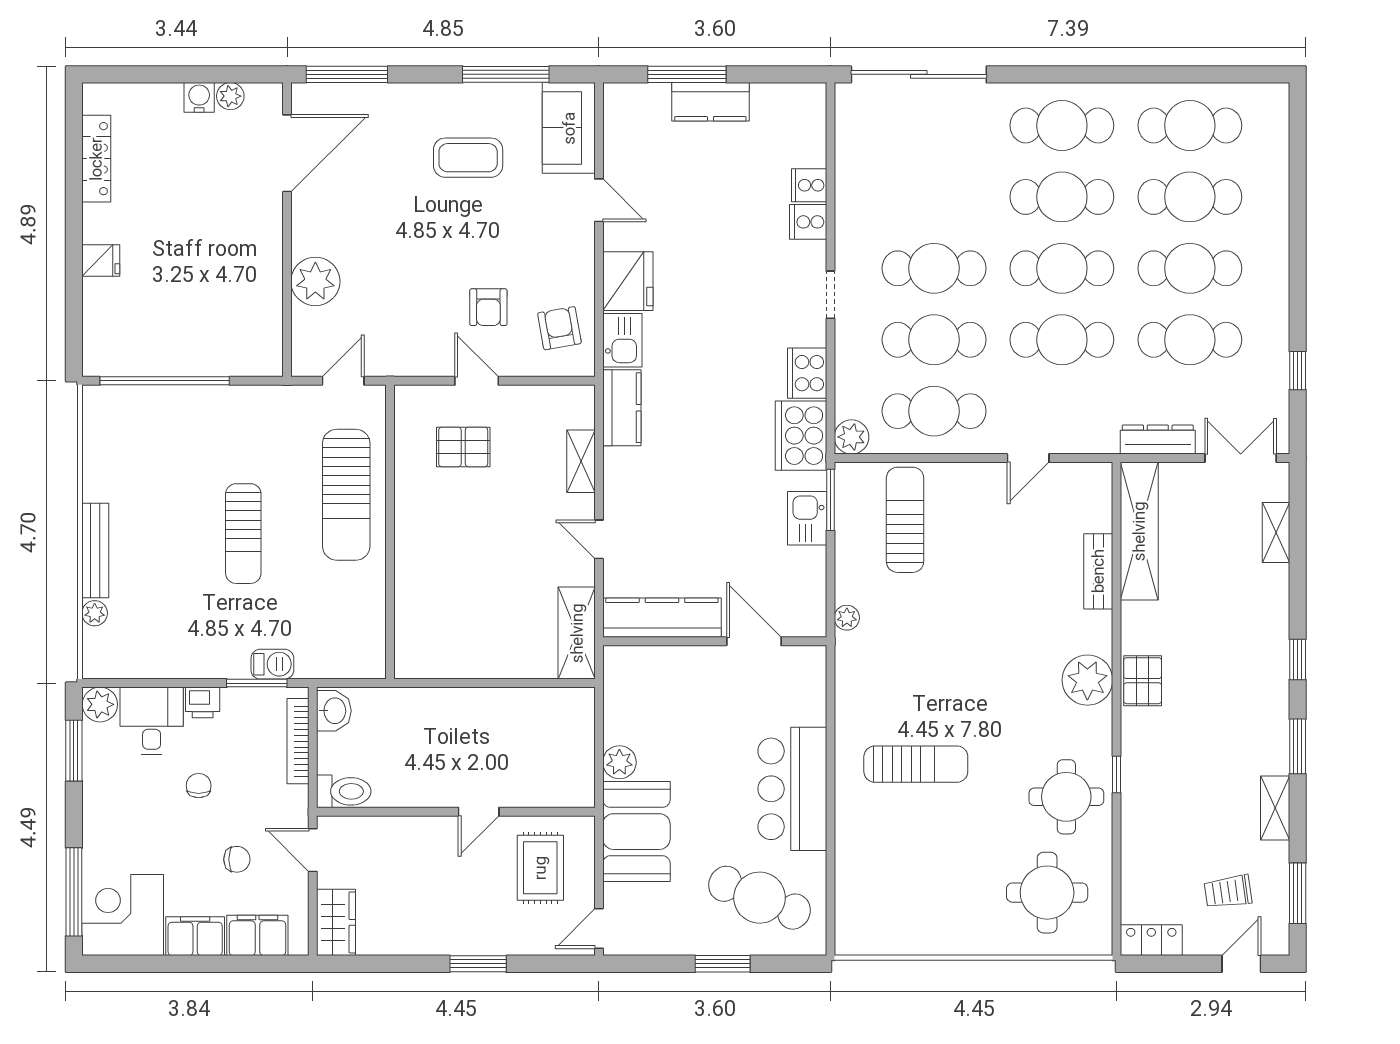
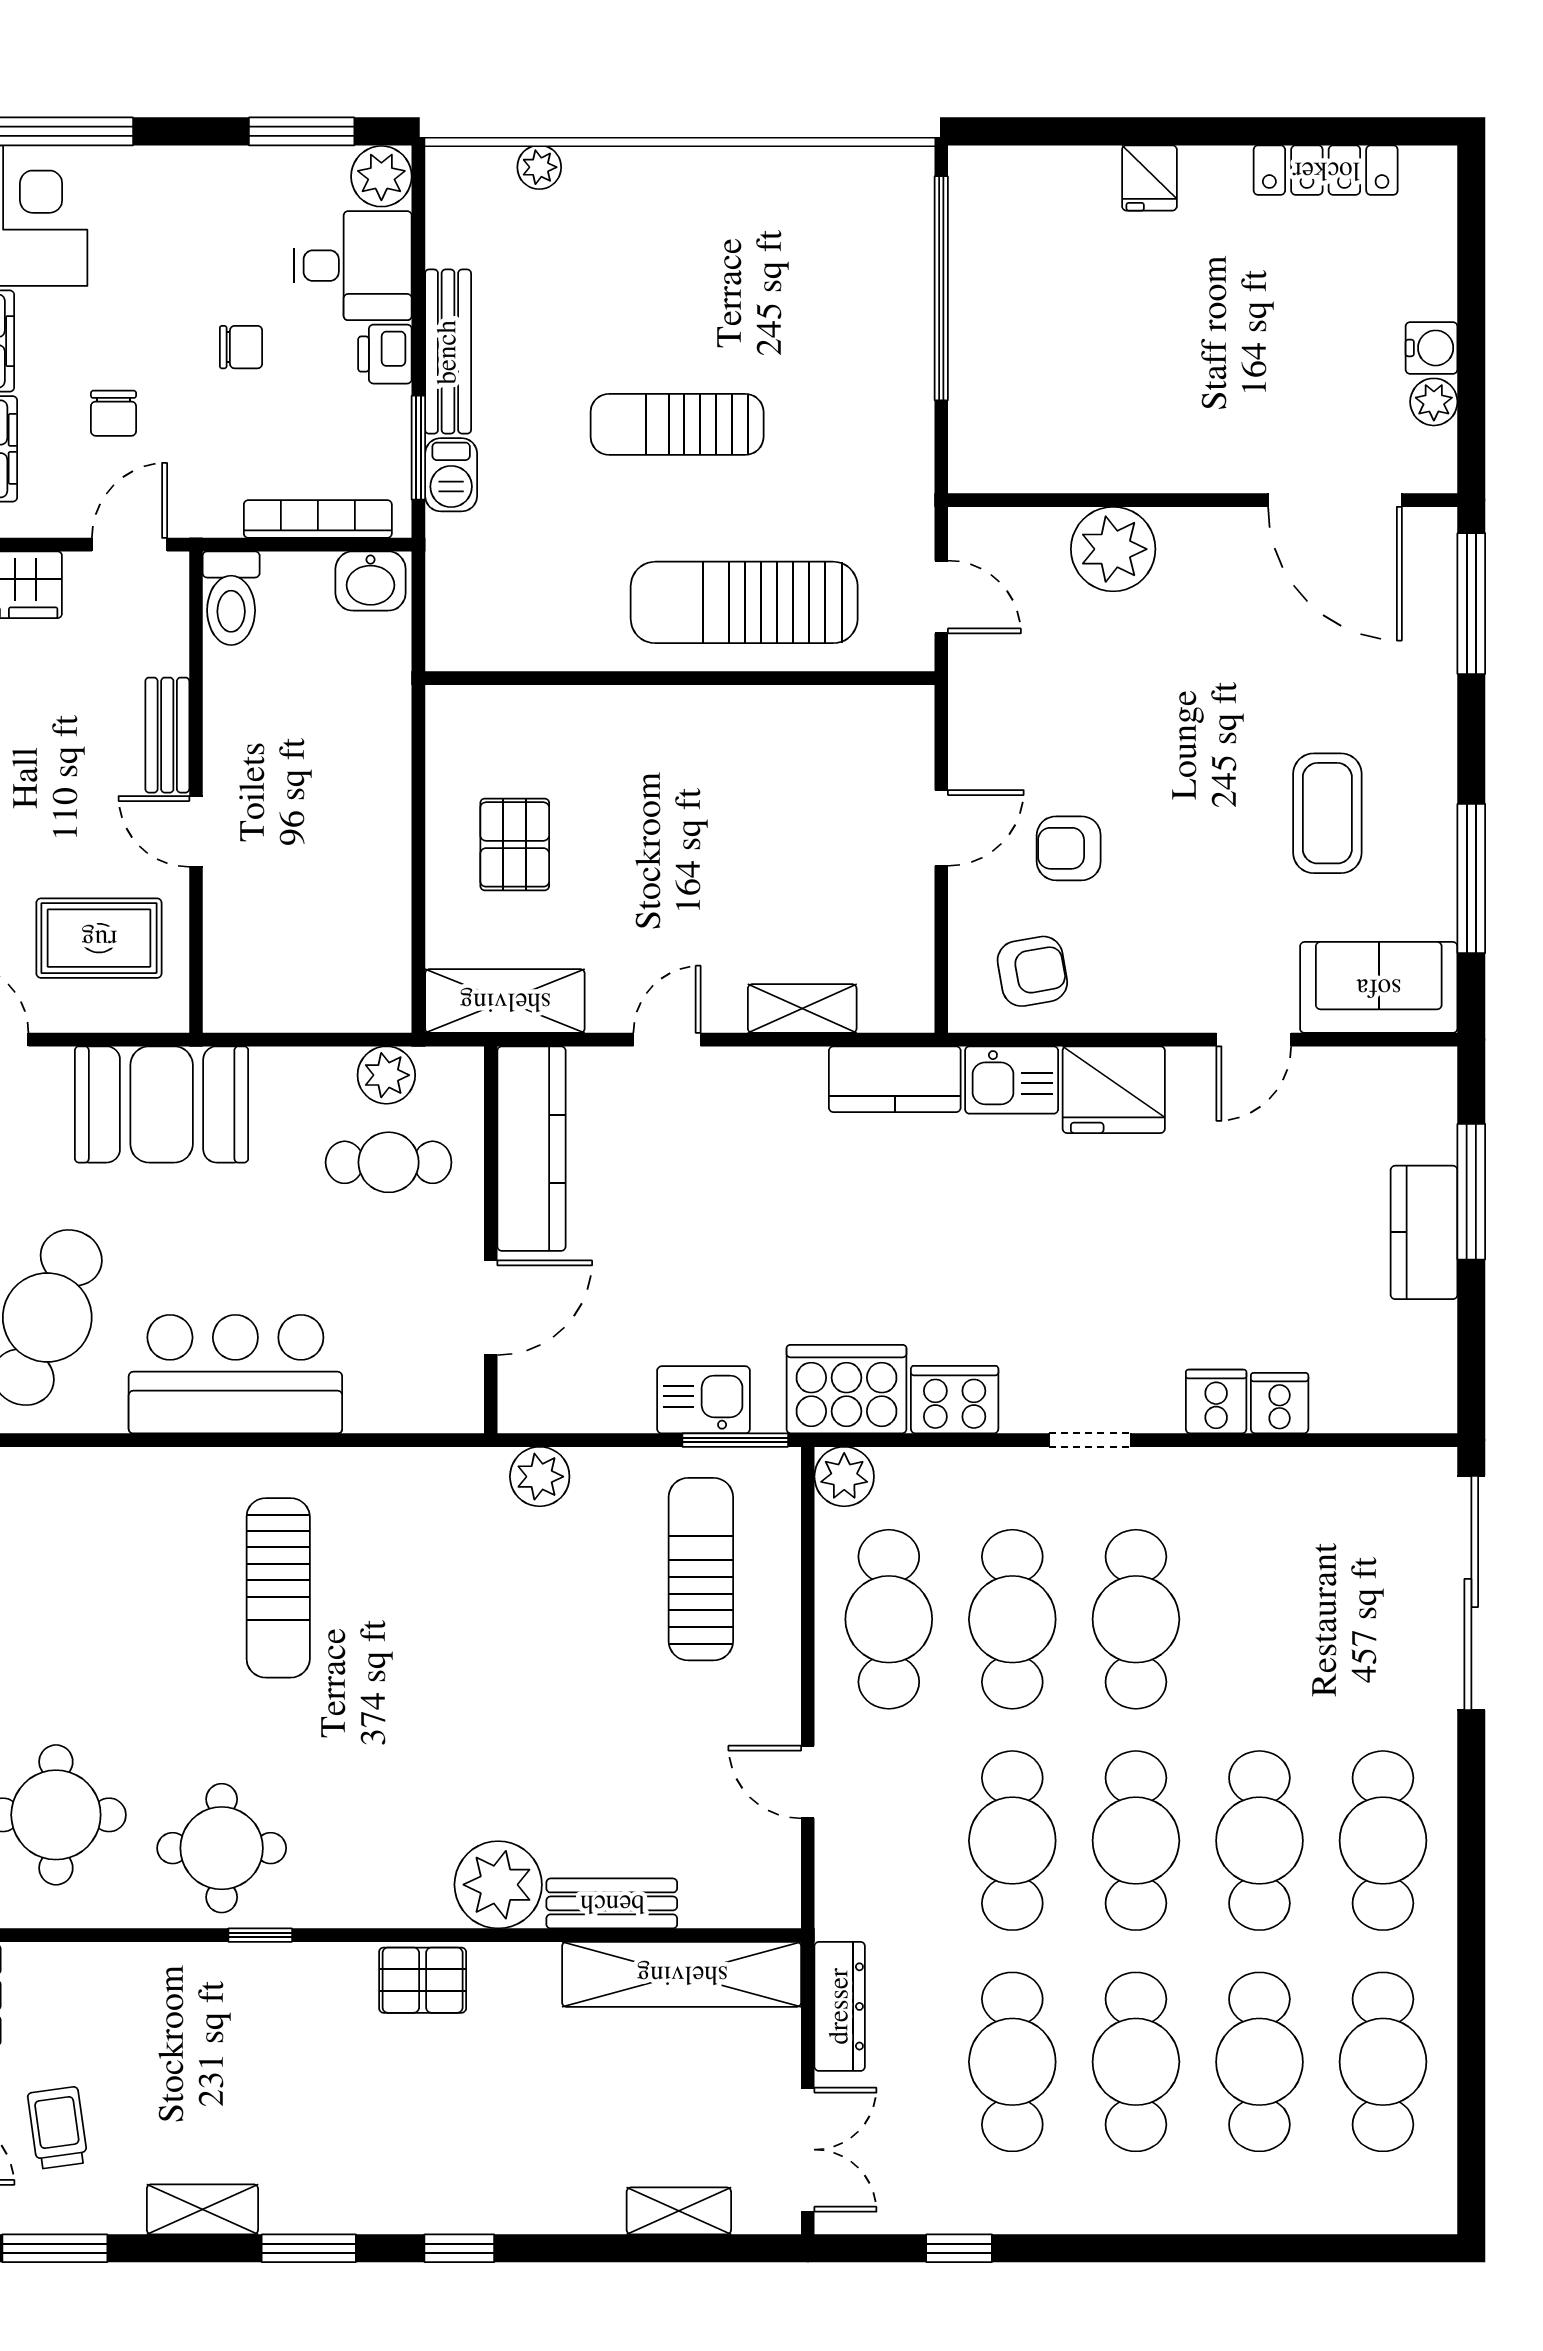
pallet: (463, 447) -> (515, 844), moved
sun lounger: (905, 520) -> (701, 1569), turned -90
bench: (95, 551) -> (448, 352), moved, turned 90
plant: (847, 618) -> (540, 1477), width x1.38, depth x1.38
plant: (1087, 680) -> (498, 1885), moved
cafe table: (670, 700) -> (389, 1162), added
plant: (619, 762) -> (386, 1075), moved
bench: (423, 828) -> (167, 735), added

